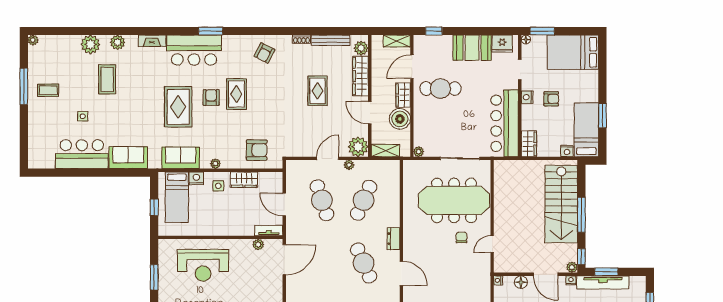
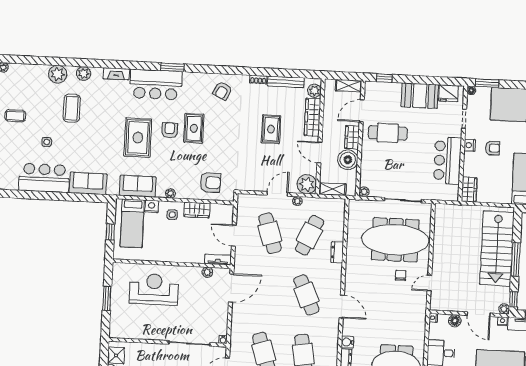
bar counter: (505, 123) -> (447, 161), width x0.73
nightstand: (567, 151) -> (505, 198), removed
dresser: (394, 239) -> (337, 252), moved
reception desk: (203, 265) -> (154, 289), turned 180

